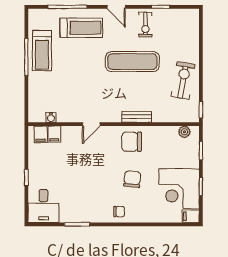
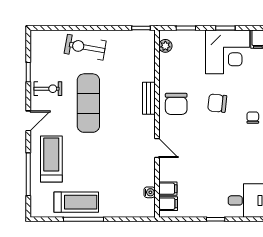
exercise bike: (183, 80) -> (85, 47), moved

